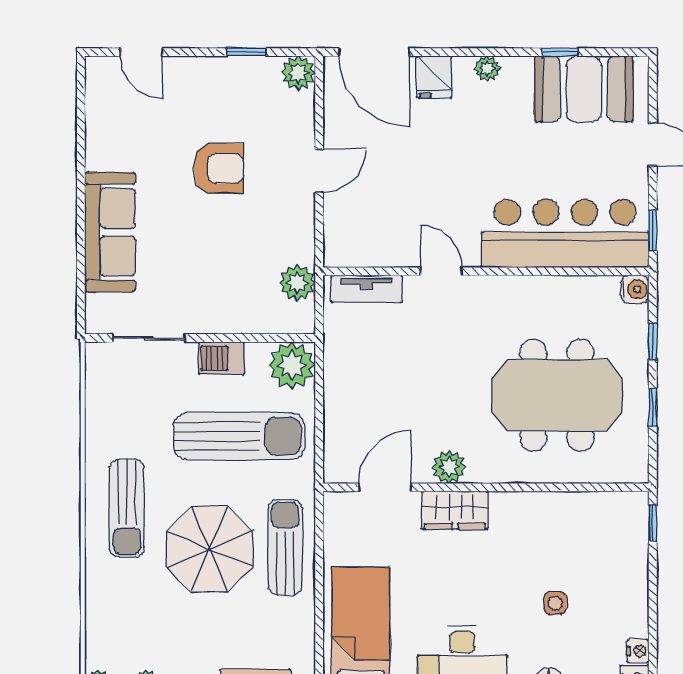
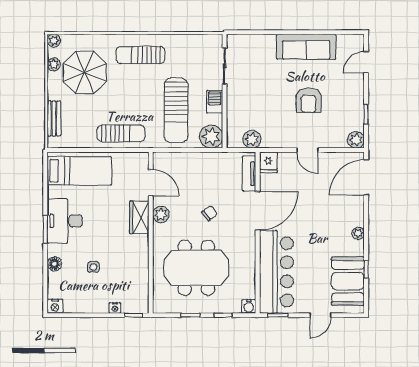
fridge: (434, 77) -> (268, 162), moved, turned -90
sofa: (110, 232) -> (306, 47), moved
door: (441, 271) -> (258, 211), width x1.87
chair: (447, 368) -> (210, 213), added
meeting table: (557, 395) -> (196, 268), turned 90
parasol: (210, 549) -> (85, 72), moved
nightstand: (638, 651) -> (115, 308), moved

